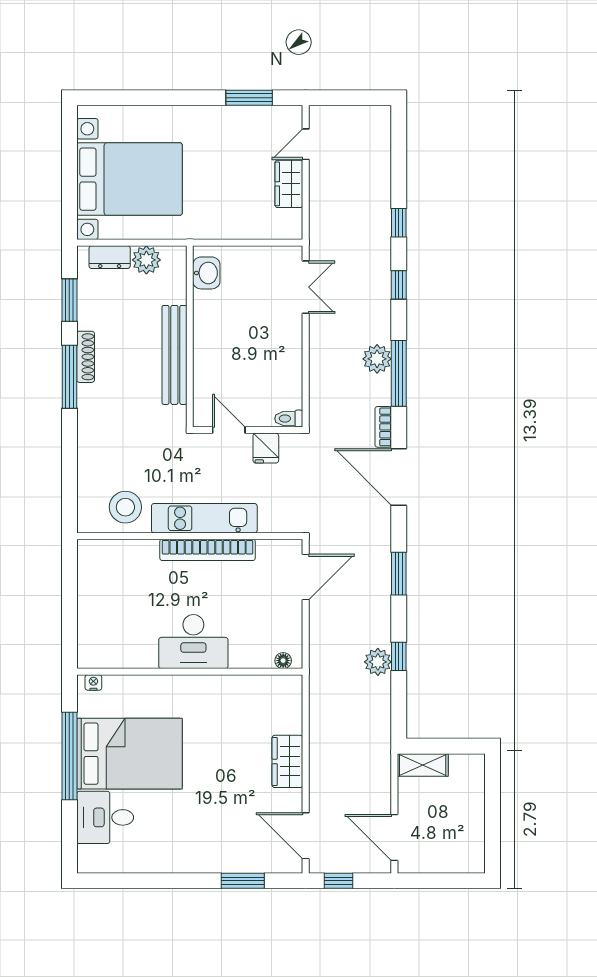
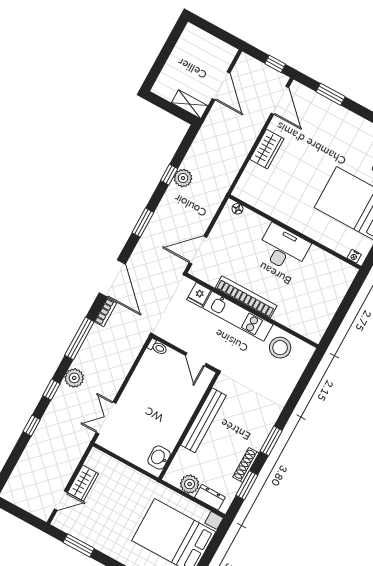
shoe rack: (86, 357) -> (246, 465), moved
plant: (377, 359) -> (74, 378), moved
window: (69, 377) -> (271, 441), width x0.69
fridge: (266, 448) -> (199, 295), moved, turned 180
door: (394, 838) -> (221, 86), moved

